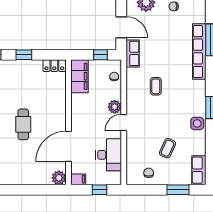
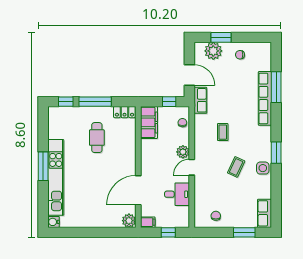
window: (24, 55) -> (95, 102), width x2.17
cafe table: (23, 124) -> (97, 138), moved
coffee table: (168, 148) -> (236, 167), moved
desk: (109, 155) -> (177, 194), width x0.73

